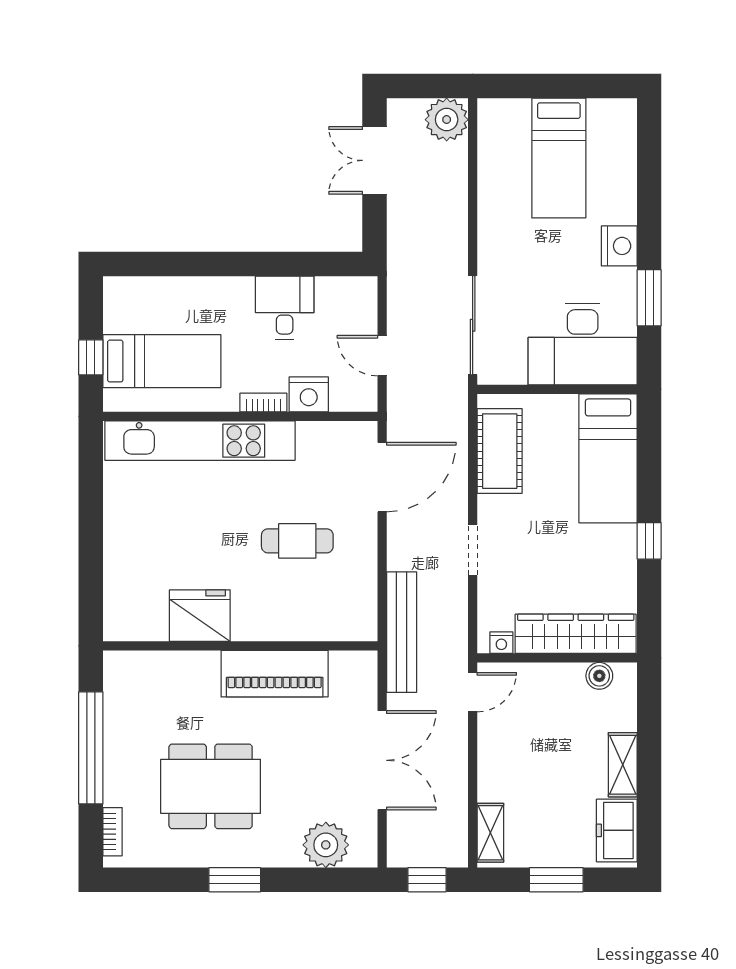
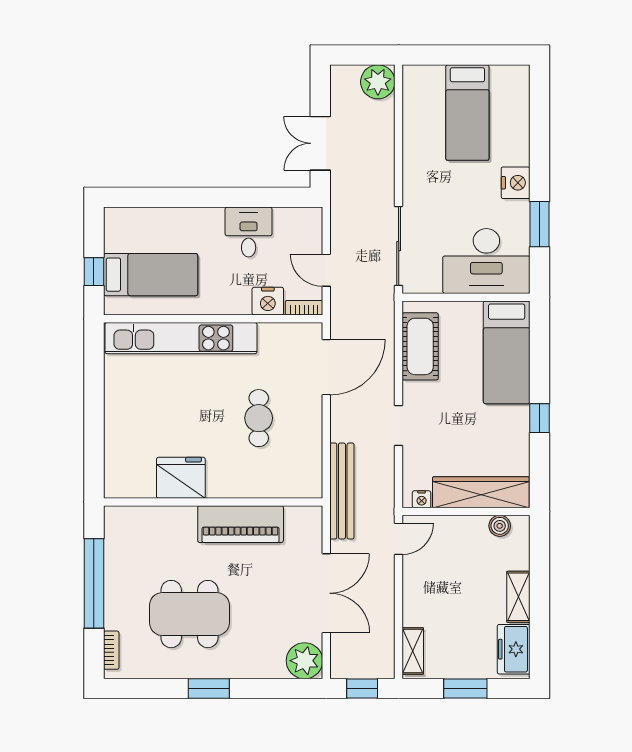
double door: (375, 160) -> (320, 143), moved
bookcase: (263, 403) -> (304, 308), moved
cafe table: (297, 541) -> (259, 418), turned 90
plant: (326, 845) -> (305, 661), moved

